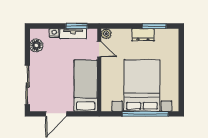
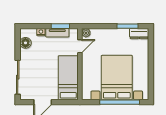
dresser: (143, 35) -> (139, 34), moved
door: (99, 49) -> (80, 46), hinge flipped

